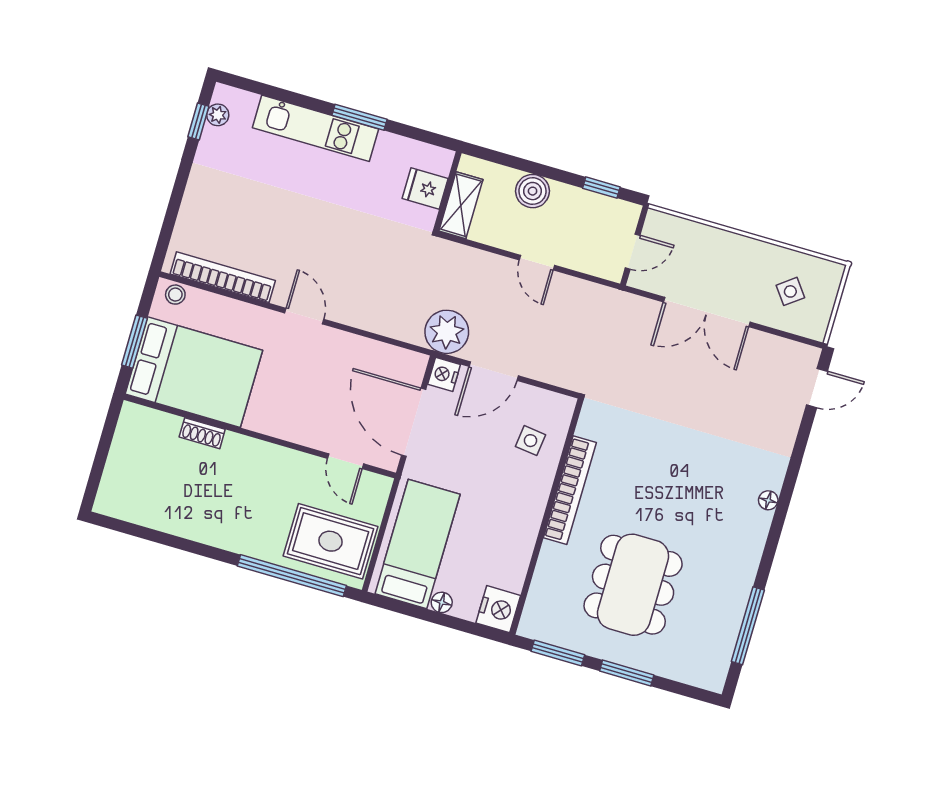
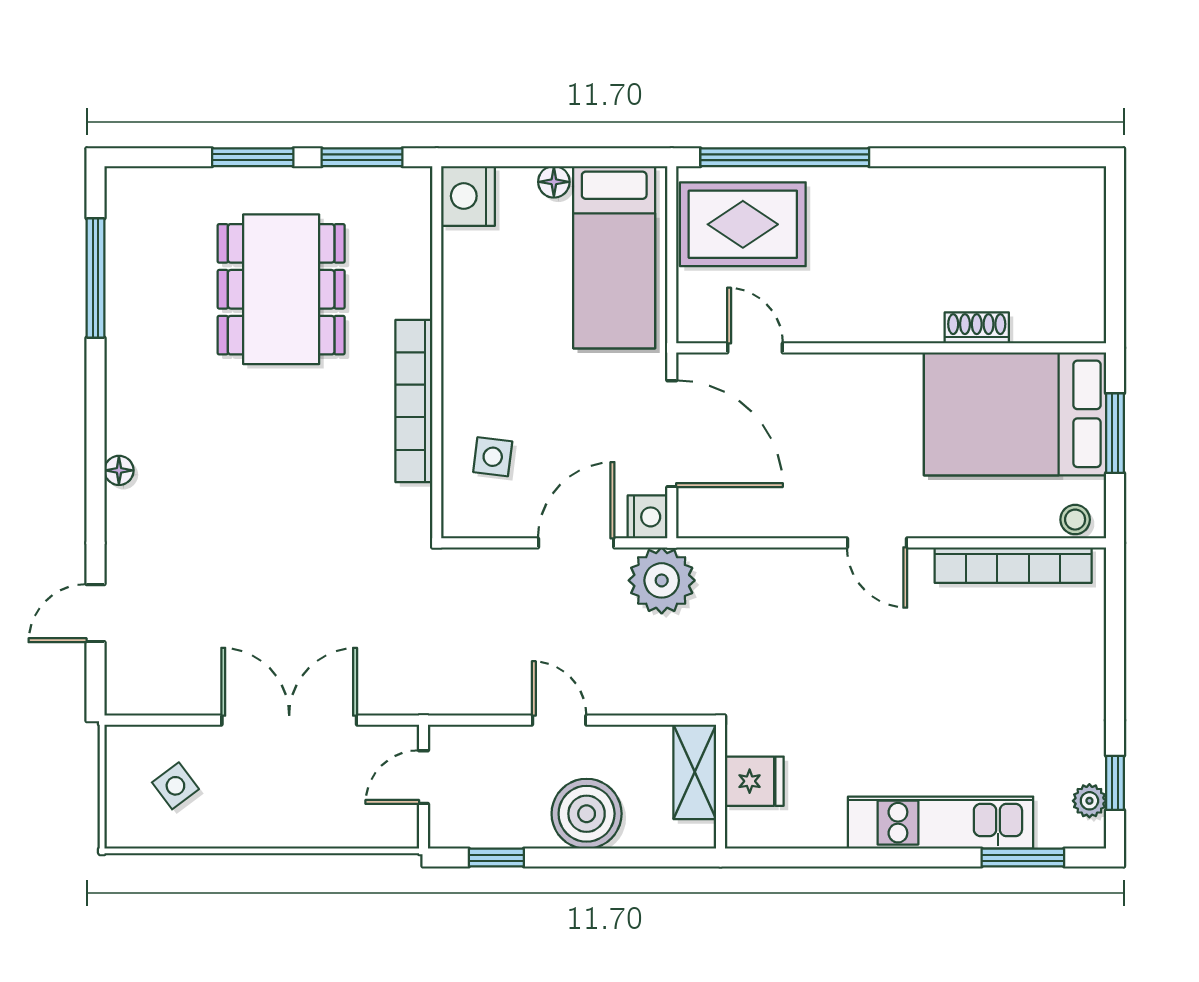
window: (360, 117) -> (1023, 858), moved
boiler: (532, 191) -> (587, 814), width x1.37, depth x1.37
door: (817, 388) -> (95, 613), moved

